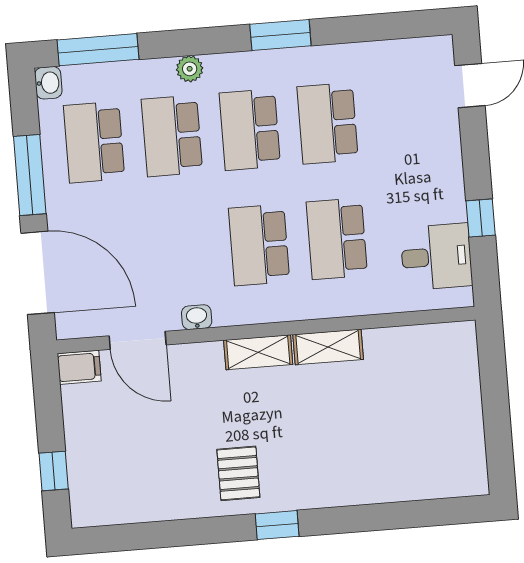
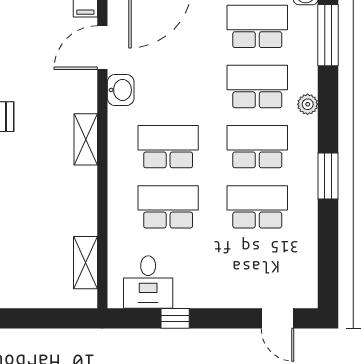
washbasin: (197, 317) -> (121, 90), width x1.38, depth x1.45
shelving: (328, 347) -> (86, 263), moved

